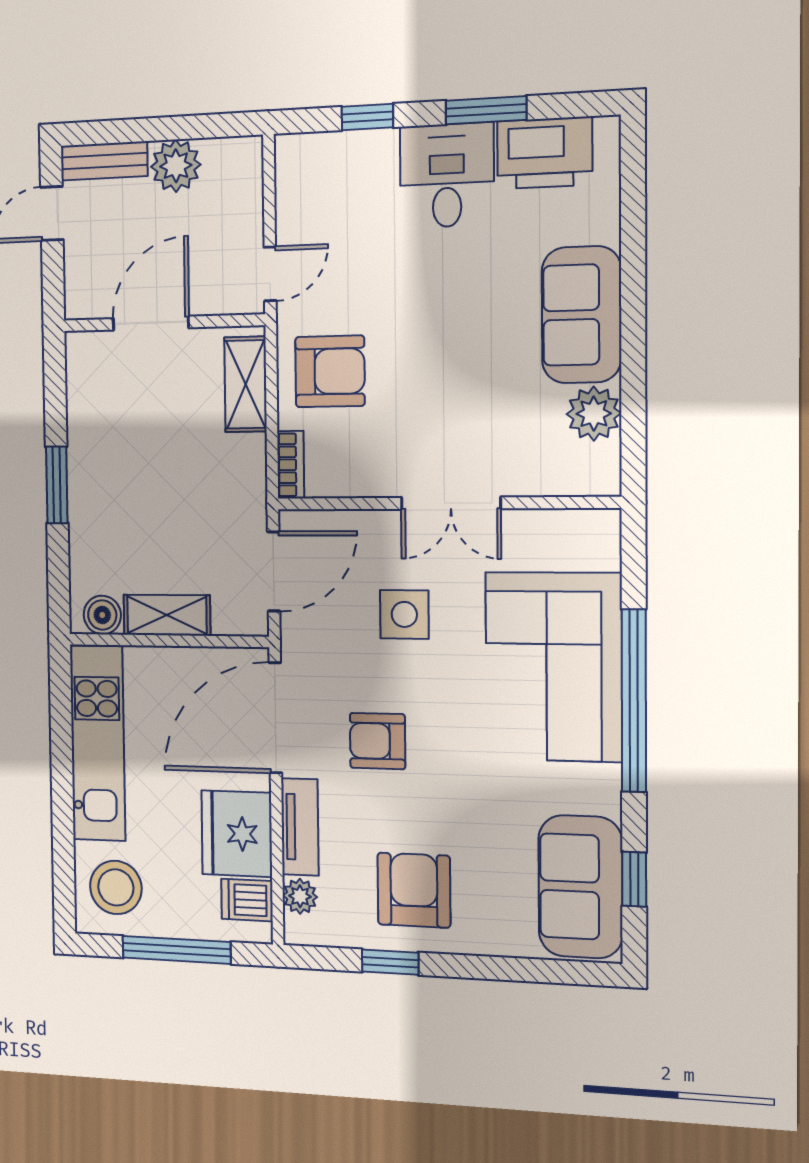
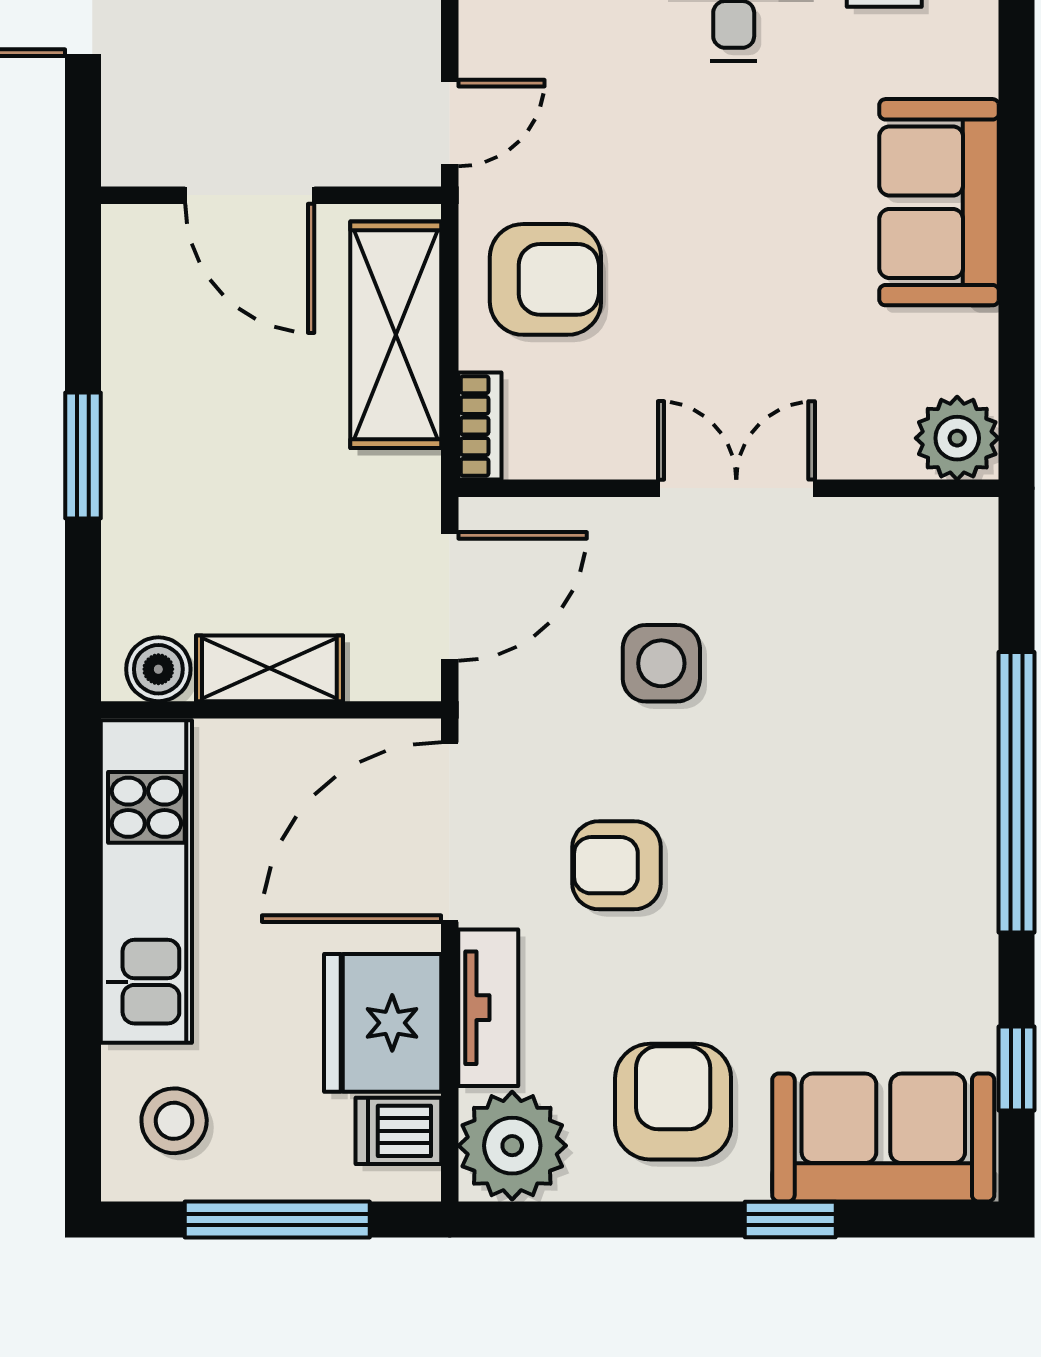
door: (151, 323) -> (250, 195), swing flipped
shelving: (246, 384) -> (396, 335), width x1.50, depth x1.33
plant: (594, 414) -> (957, 438), moved
double door: (451, 503) -> (736, 488), swing flipped
corner sofa: (553, 667) -> (894, 742), removed
stool: (116, 887) -> (174, 1121), width x0.73, depth x0.73
sofa: (580, 887) -> (883, 1138), moved, turned 90
plant: (300, 896) -> (512, 1146), width x1.87, depth x1.87
window: (390, 962) -> (790, 1220), moved

